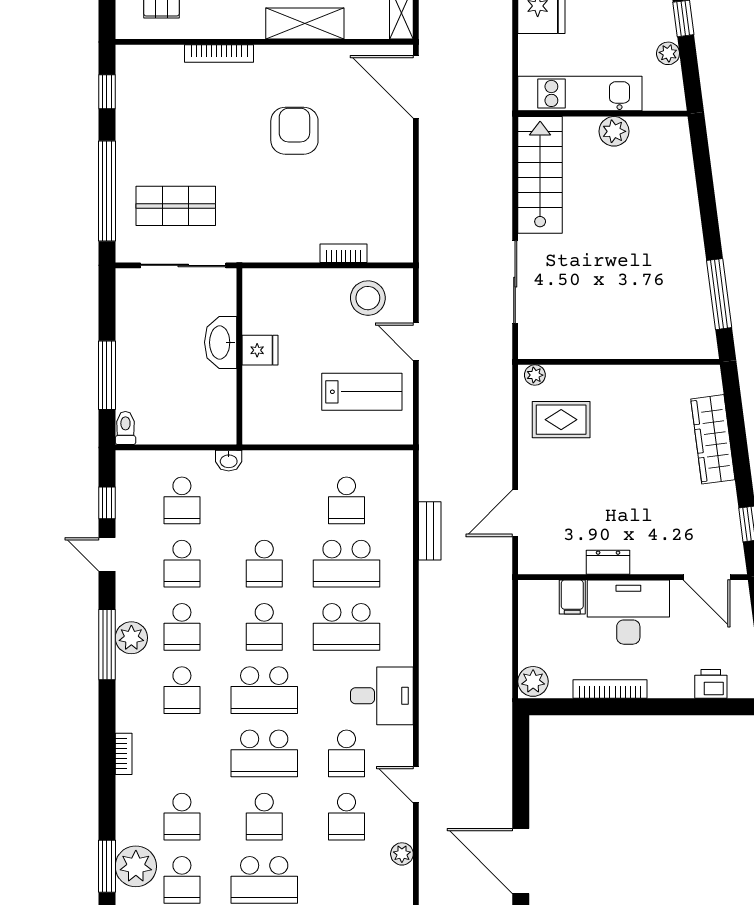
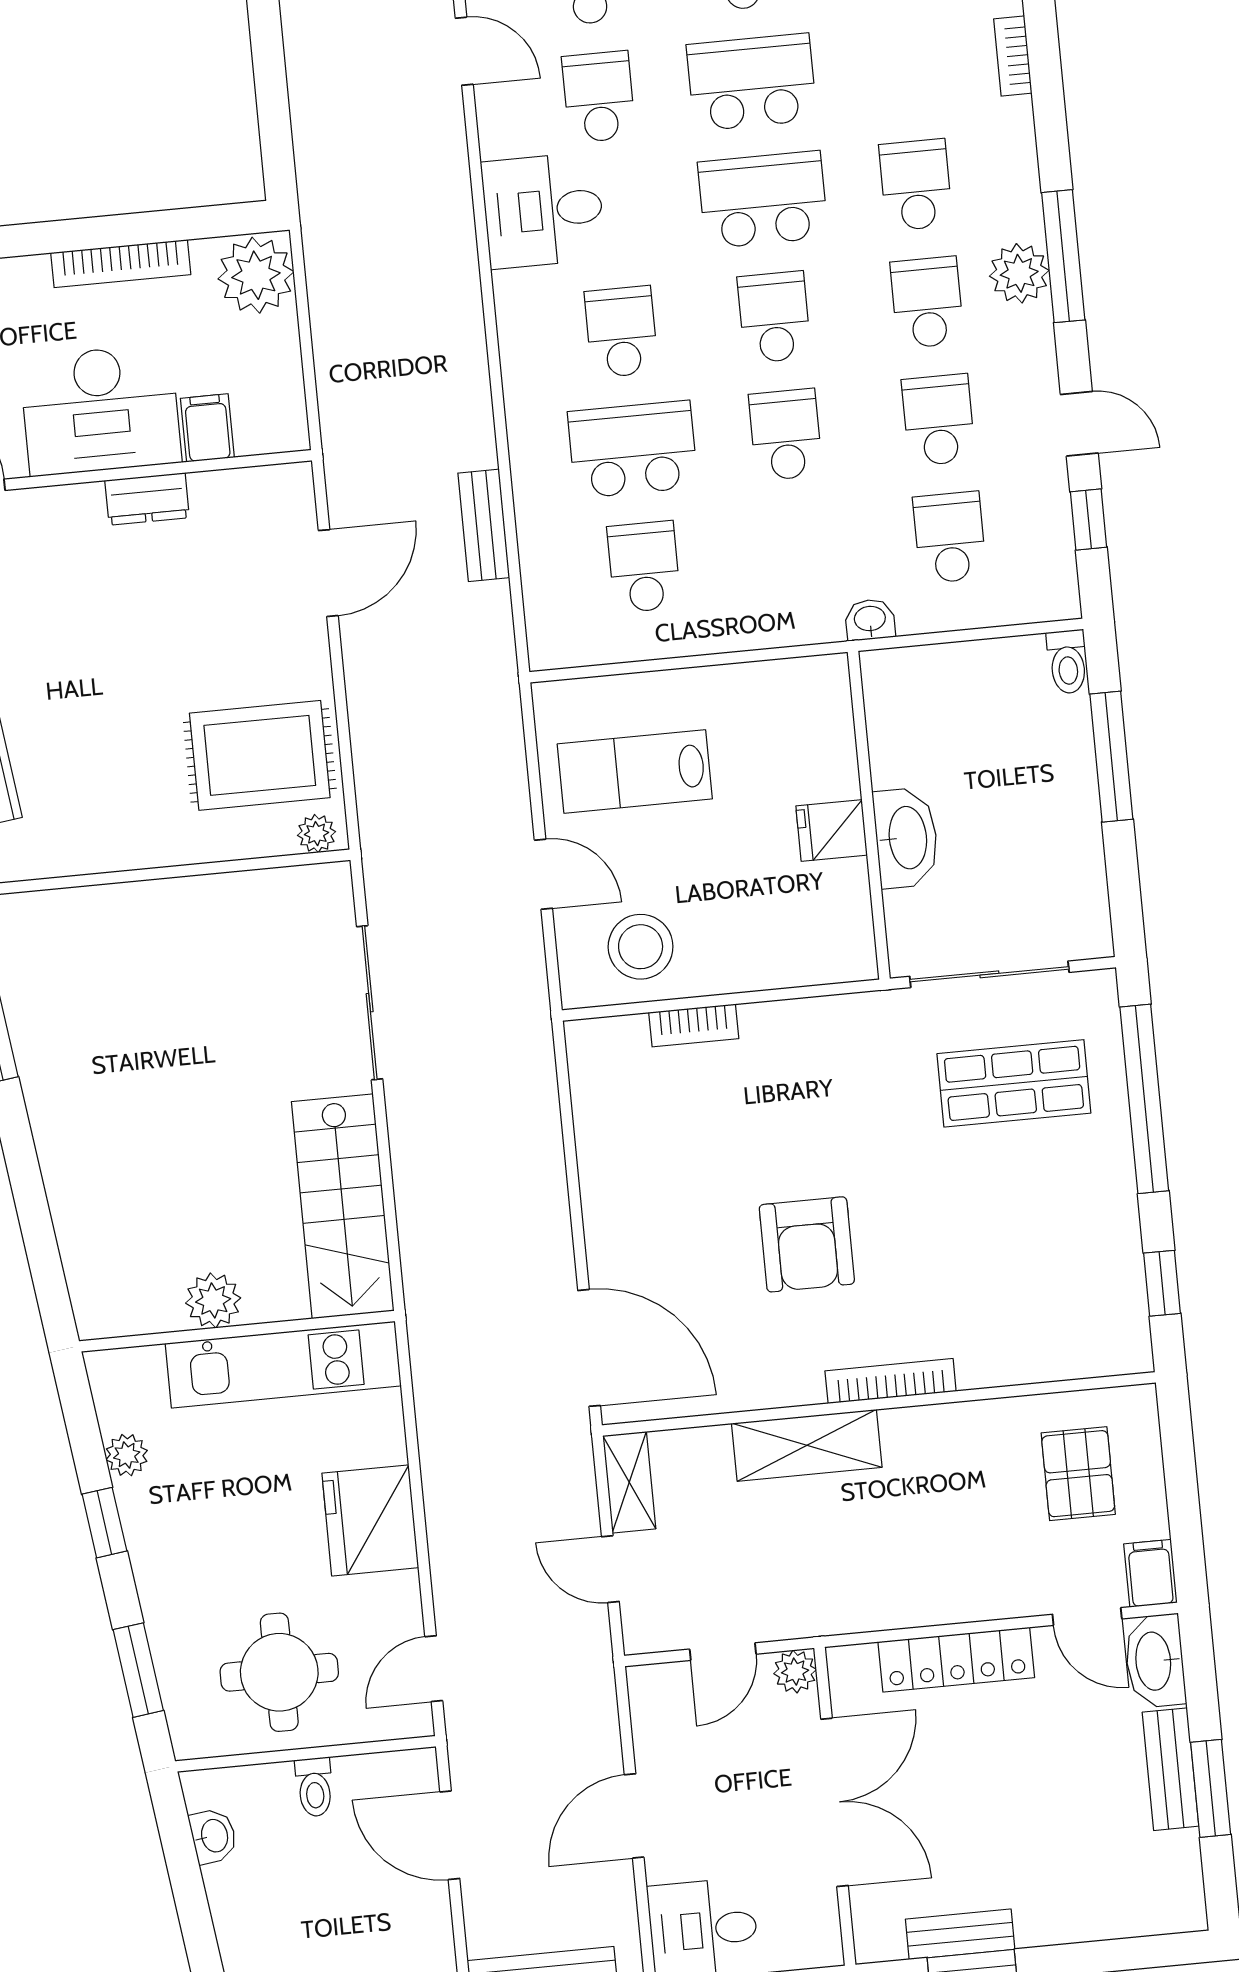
bookcase: (219, 54) -> (891, 1381), moved
rug: (561, 420) -> (260, 755), width x1.36, depth x1.43
school desk: (346, 627) -> (621, 332), width x0.54
plant: (533, 681) -> (256, 275), width x1.36, depth x1.36

